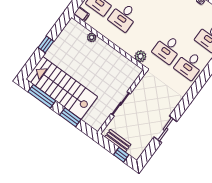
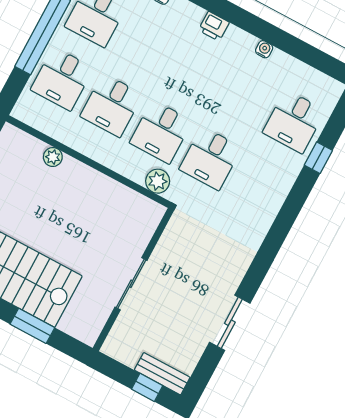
filing cabinet: (82, 14) -> (26, 113), removed
desk: (189, 65) -> (161, 132), moved
bench: (118, 141) -> (162, 374), moved

